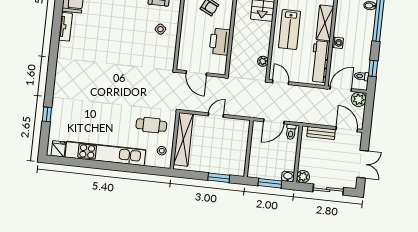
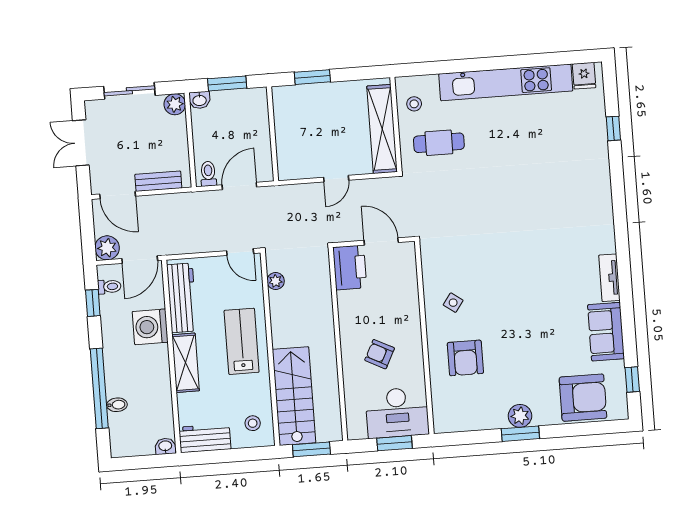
printer: (220, 42) -> (350, 267), moved
washing machine: (338, 43) -> (150, 327), width x1.89, depth x1.89

